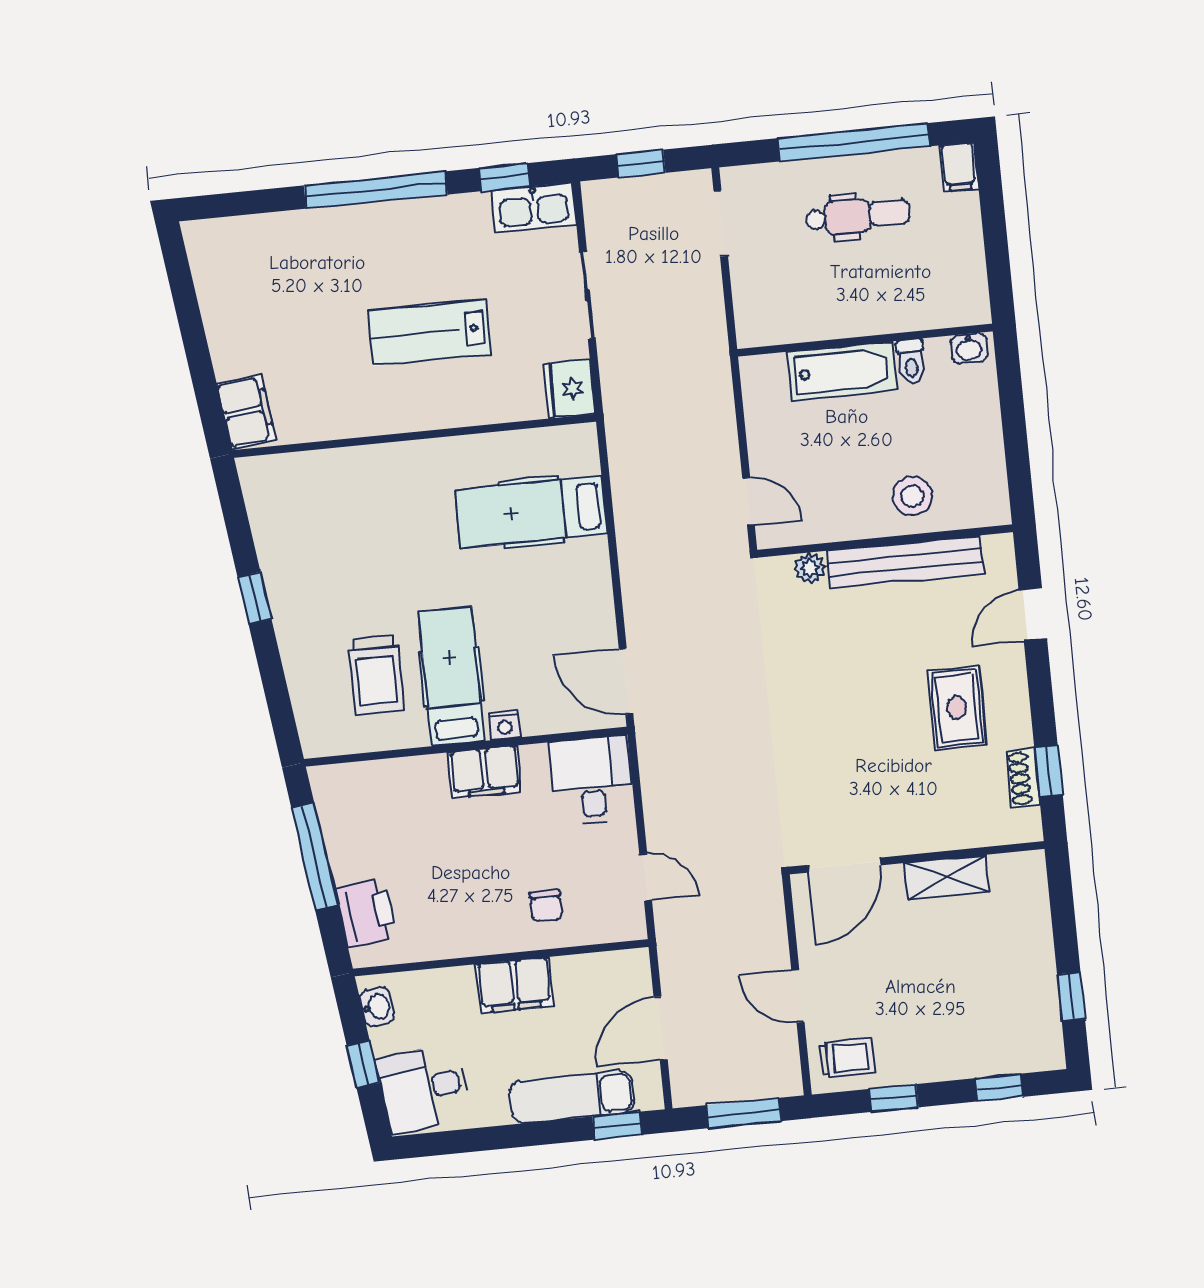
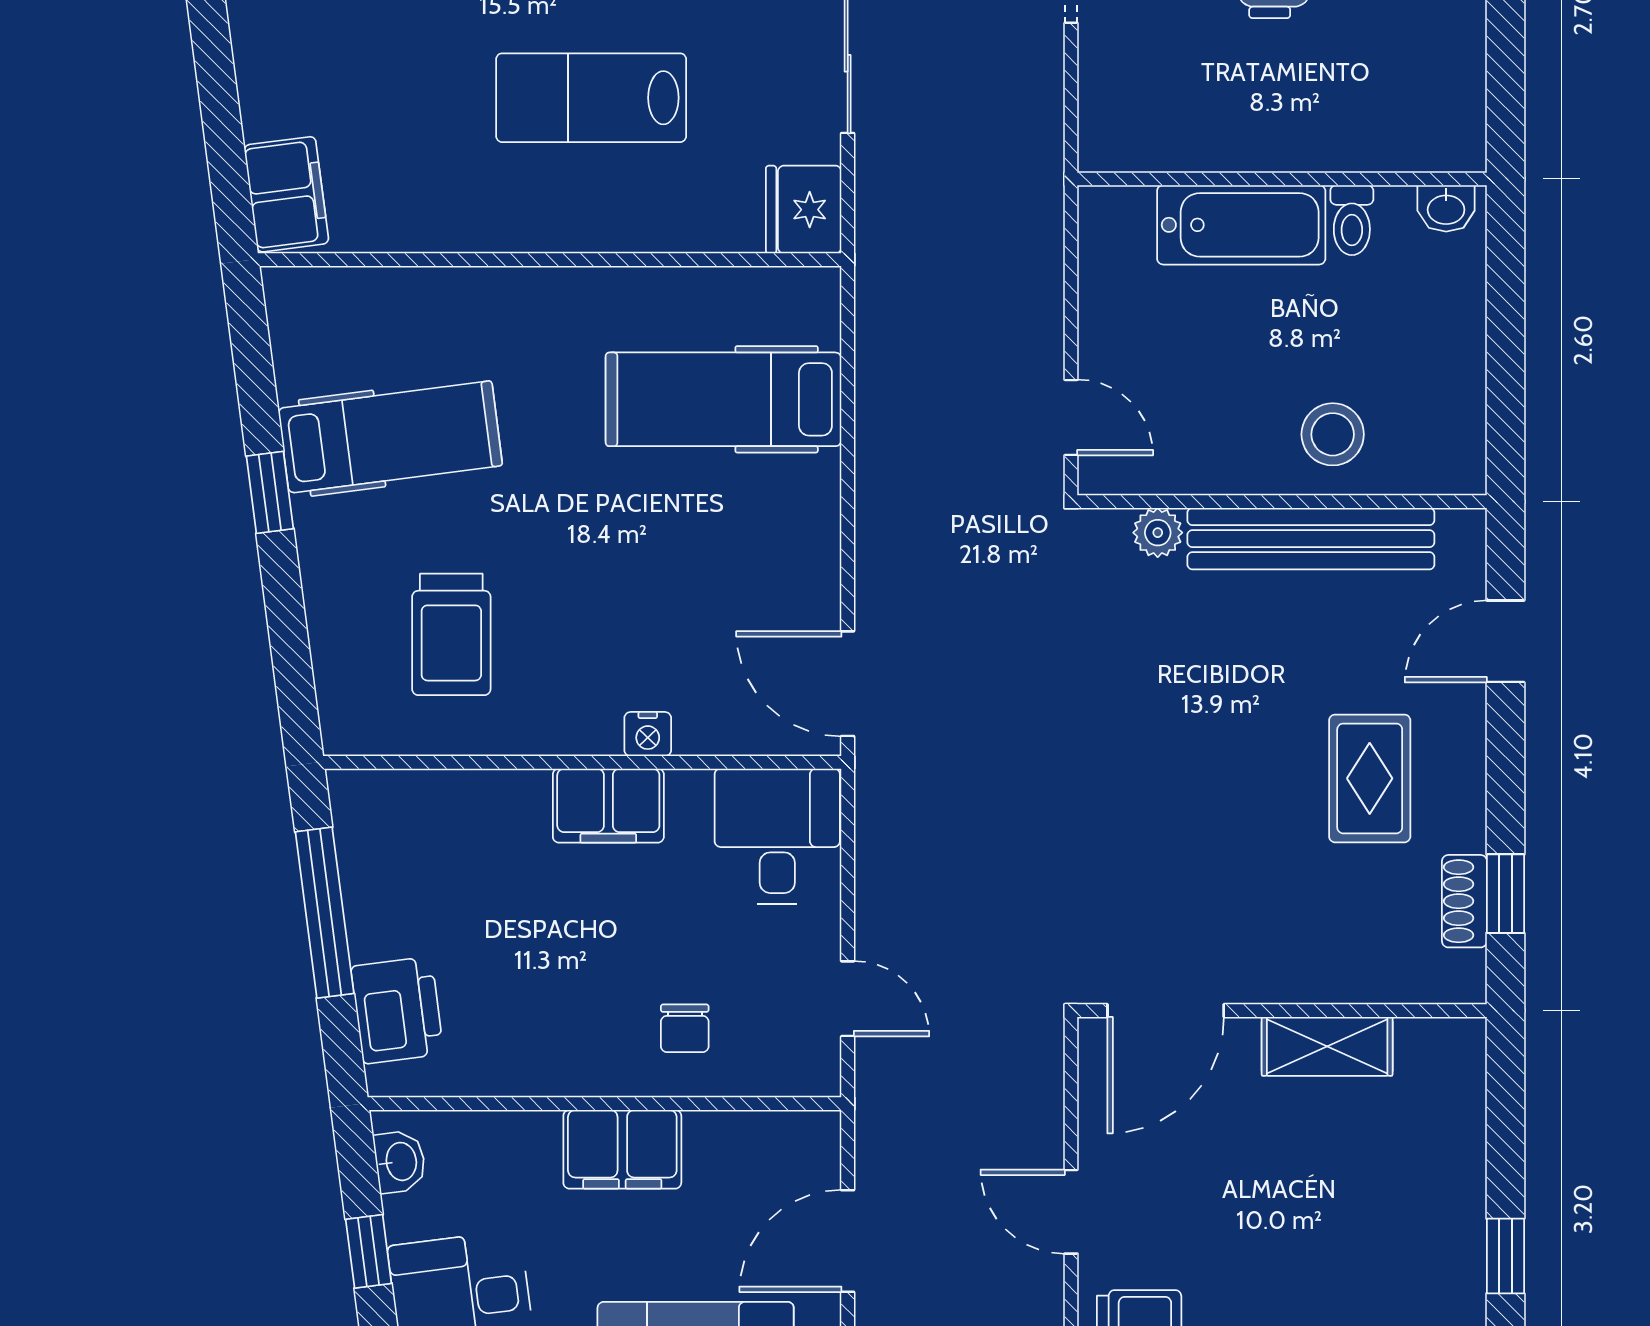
hospital bed: (451, 676) -> (390, 437), moved, turned 83

